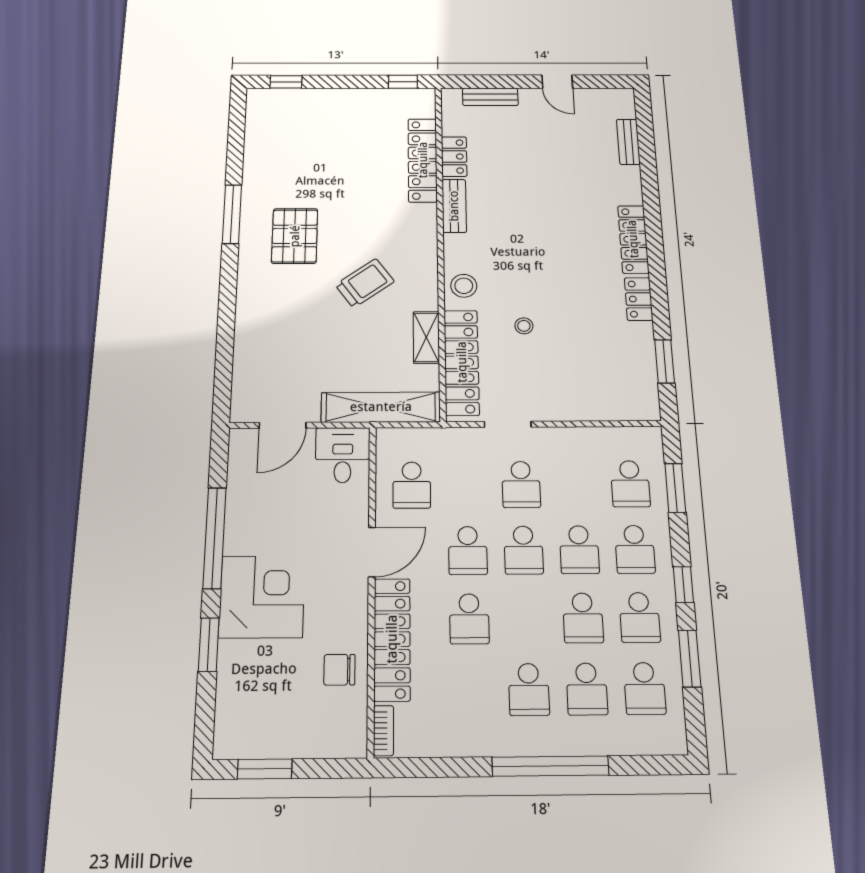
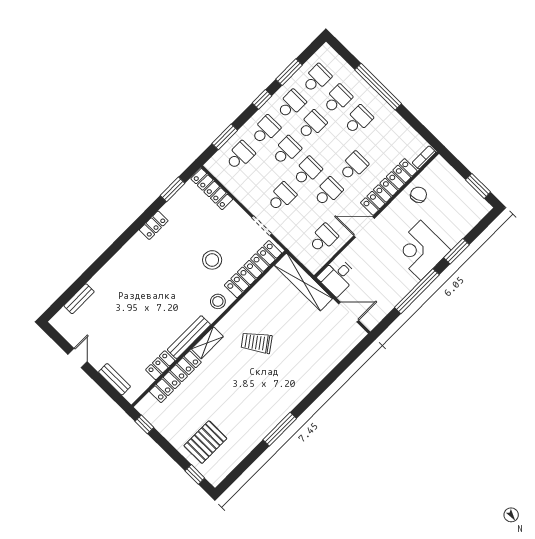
bench: (454, 206) -> (189, 337), width x1.36
pallet: (295, 236) -> (205, 442), moved
locker: (633, 239) -> (212, 189), moved, turned 90
stool: (524, 326) -> (212, 260), width x1.89, depth x1.89
shelving: (426, 337) -> (207, 343), moved
chair: (339, 670) -> (419, 195), turned -110

